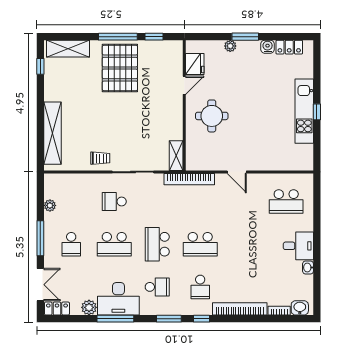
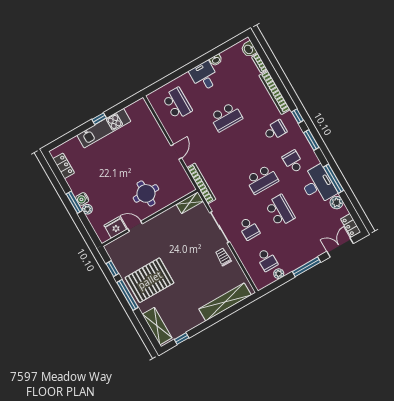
water cooler: (268, 47) -> (82, 199), moved
school desk: (71, 244) -> (267, 260), moved, turned 90
school desk: (200, 244) -> (226, 117), moved, turned 90

